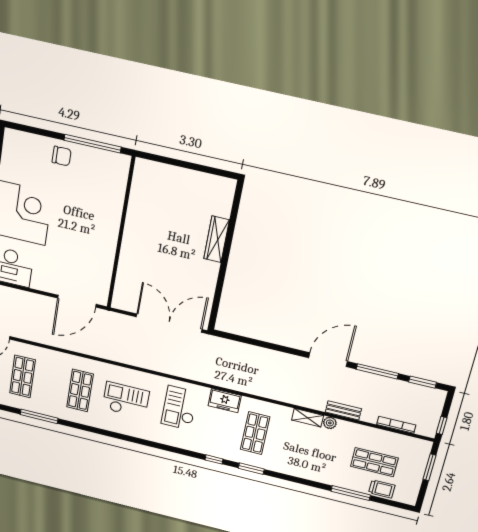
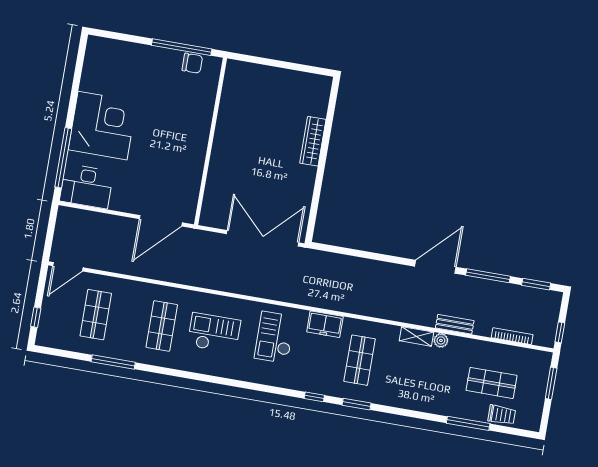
chair: (62, 156) -> (192, 63), moved

